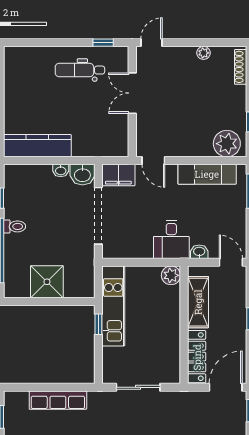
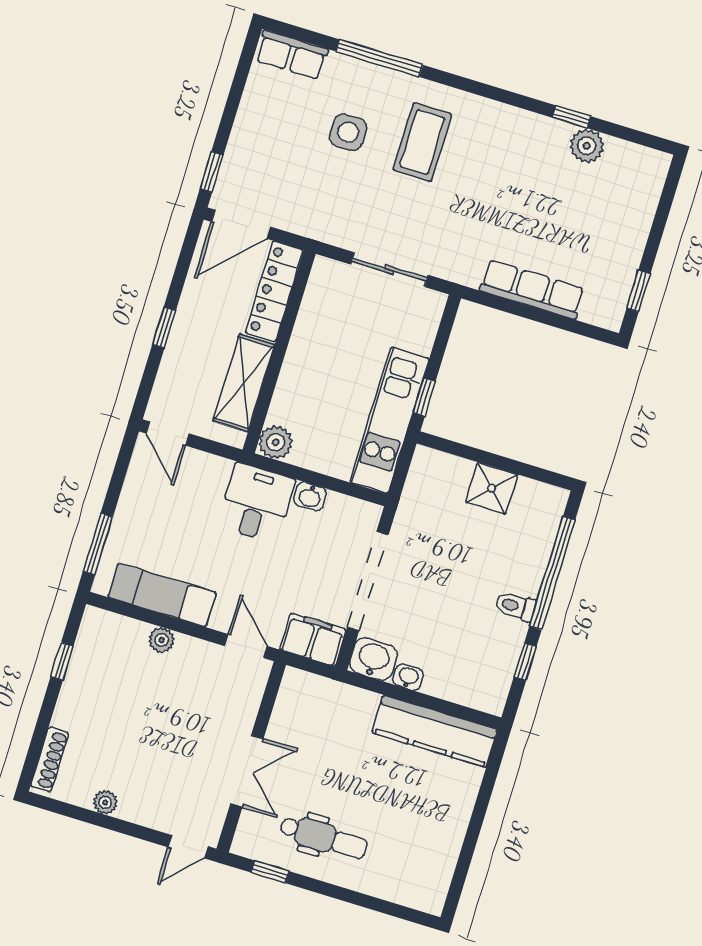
plant: (227, 144) -> (162, 640), moved, width x0.53, depth x0.53
washbasin: (199, 252) -> (310, 496), moved
shower: (47, 282) -> (491, 488), width x0.73, depth x0.73

